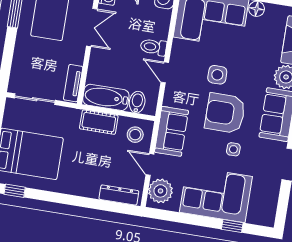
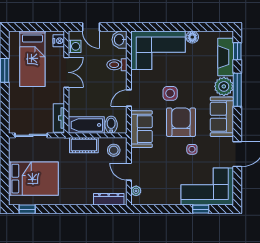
toilet: (153, 47) -> (117, 65), moved
door: (165, 72) -> (129, 98), hinge flipped
armchair: (225, 113) -> (181, 122), turned 90
sofa: (172, 131) -> (142, 129), moved
plant: (160, 191) -> (136, 191), width x0.53, depth x0.53
corner sofa: (216, 194) -> (207, 187), moved

